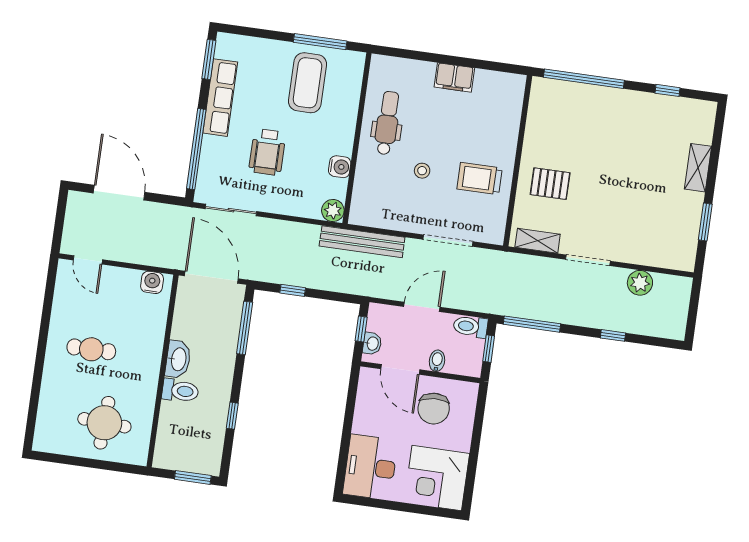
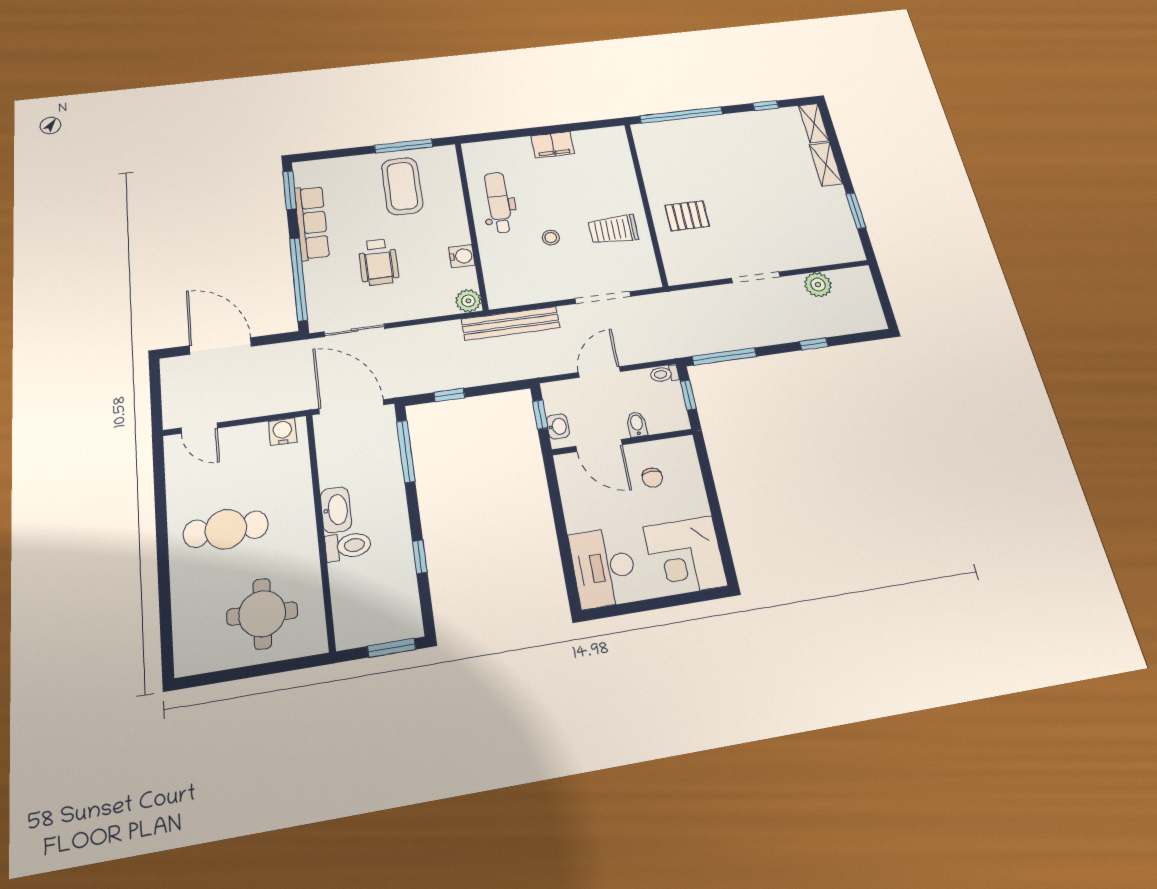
shelving: (538, 241) -> (814, 123), moved, turned 90
toilet: (471, 327) -> (664, 374), width x0.73, depth x0.72
cafe table: (91, 349) -> (226, 529), width x1.37, depth x1.35
chair: (434, 409) -> (652, 478), width x0.54, depth x0.54

